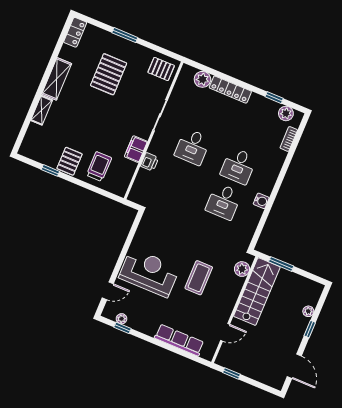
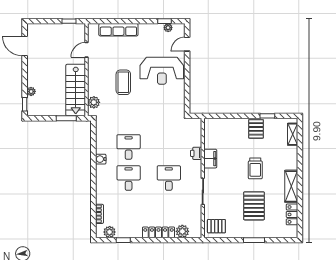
locker: (75, 32) -> (292, 214), moved
shelving: (42, 110) -> (293, 134), moved
trolley: (99, 167) -> (255, 168), moved
window: (310, 329) -> (25, 104), moved

